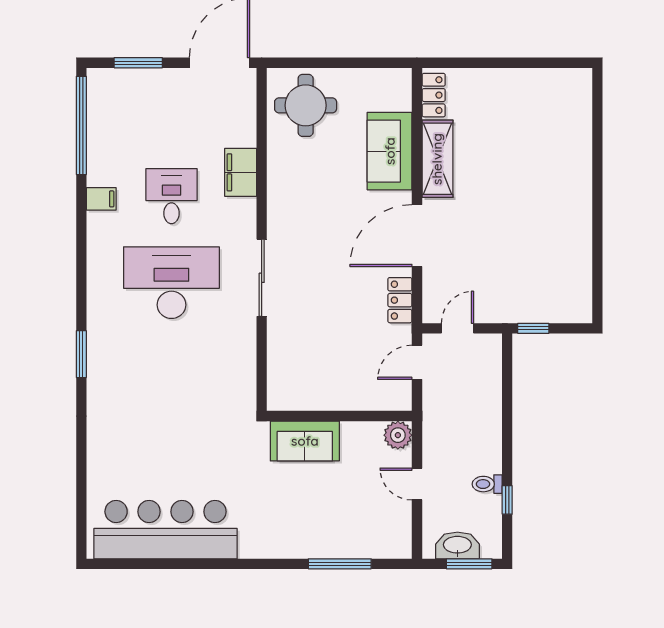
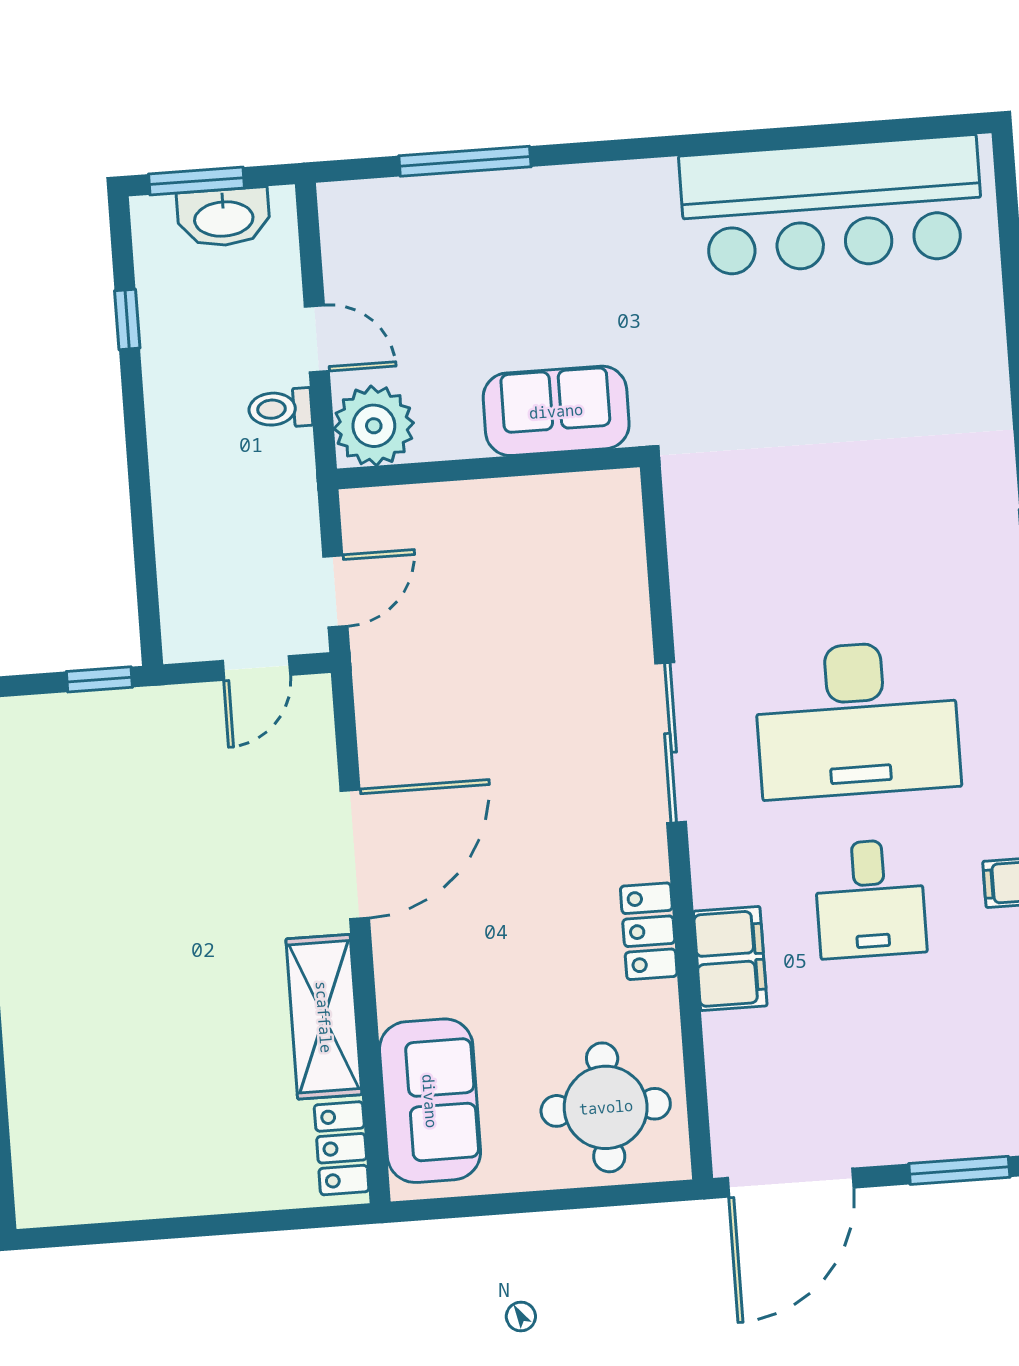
sofa: (390, 151) -> (430, 1101), moved
locker: (400, 300) -> (649, 931), moved, turned 180
plant: (398, 435) -> (374, 426), width x1.36, depth x1.36
toilet: (487, 484) -> (280, 409), moved, turned 180

